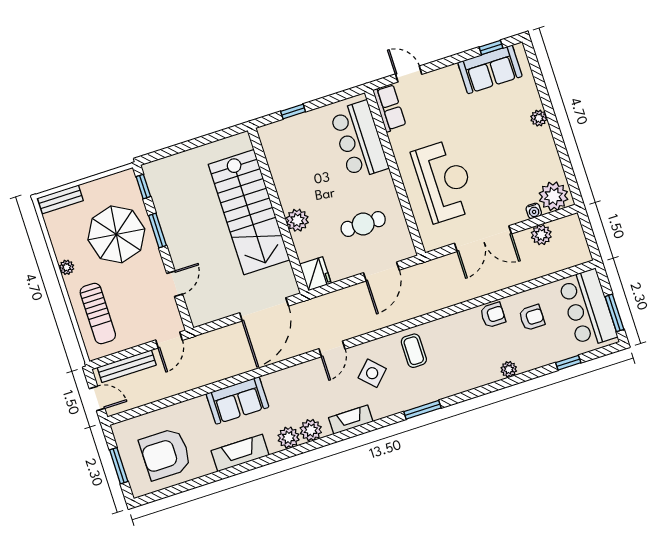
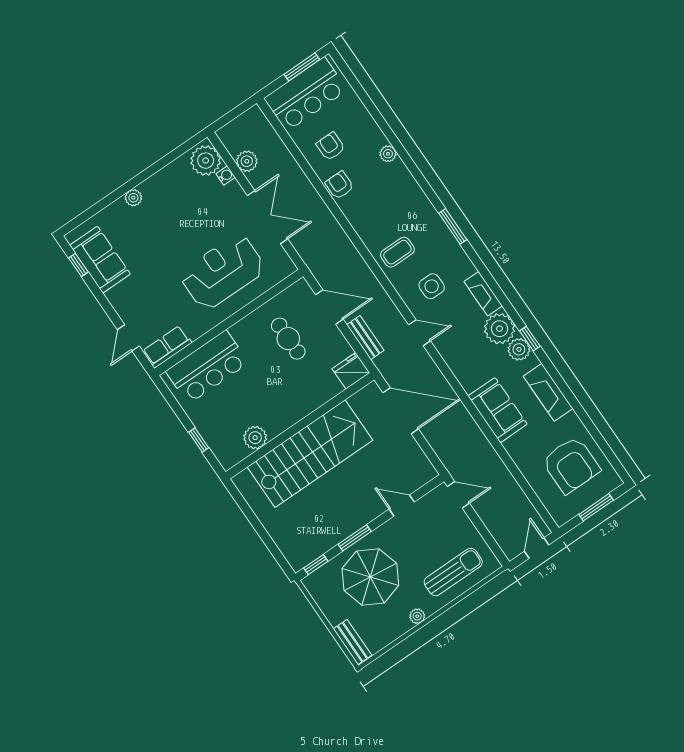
plant: (297, 220) -> (255, 438), moved
window: (568, 363) -> (530, 339), moved
bench: (127, 366) -> (365, 338), moved, width x0.73
side table: (372, 373) -> (432, 286), turned 45
plant: (311, 430) -> (500, 329), width x1.36, depth x1.36

